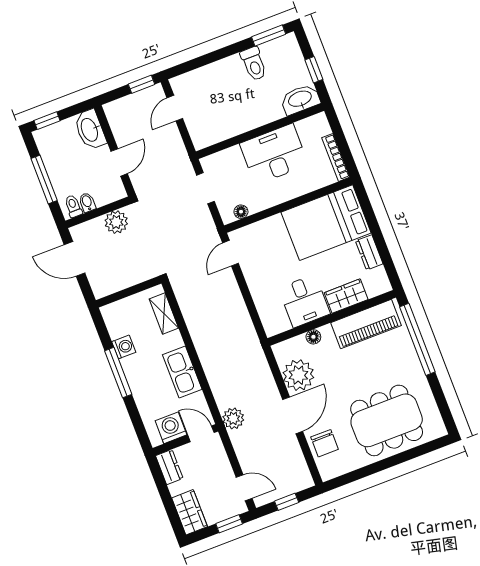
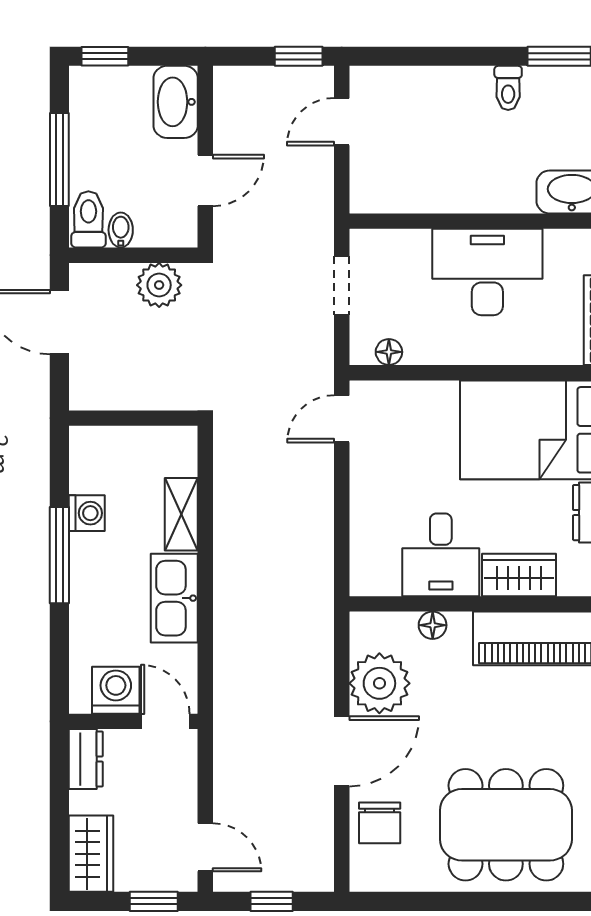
toilet: (254, 64) -> (508, 88), width x0.73, depth x0.72
toilet: (73, 206) -> (88, 219), width x1.37, depth x1.39
shelving: (164, 314) -> (181, 514), moved
plant: (233, 418) -> (234, 716), removed

